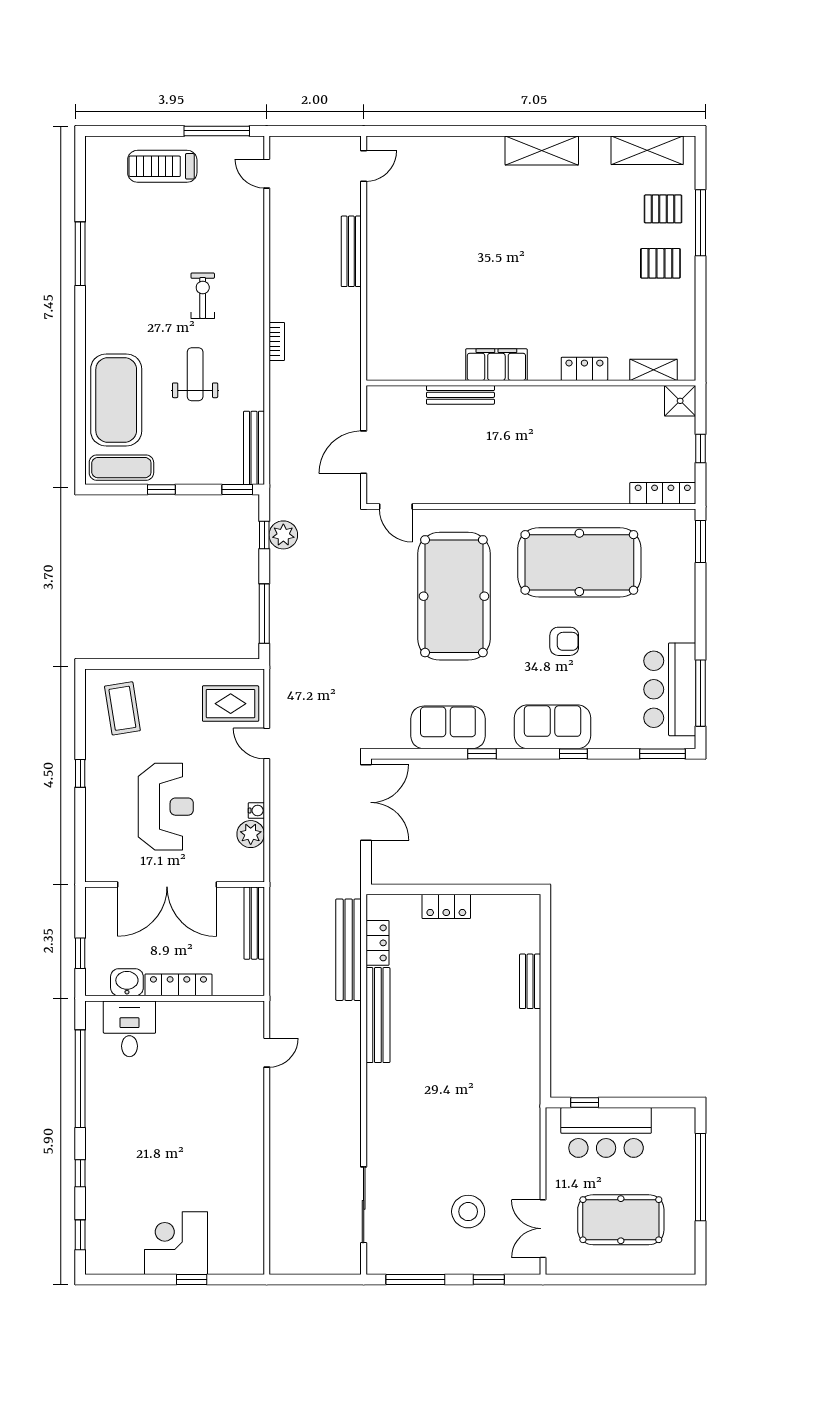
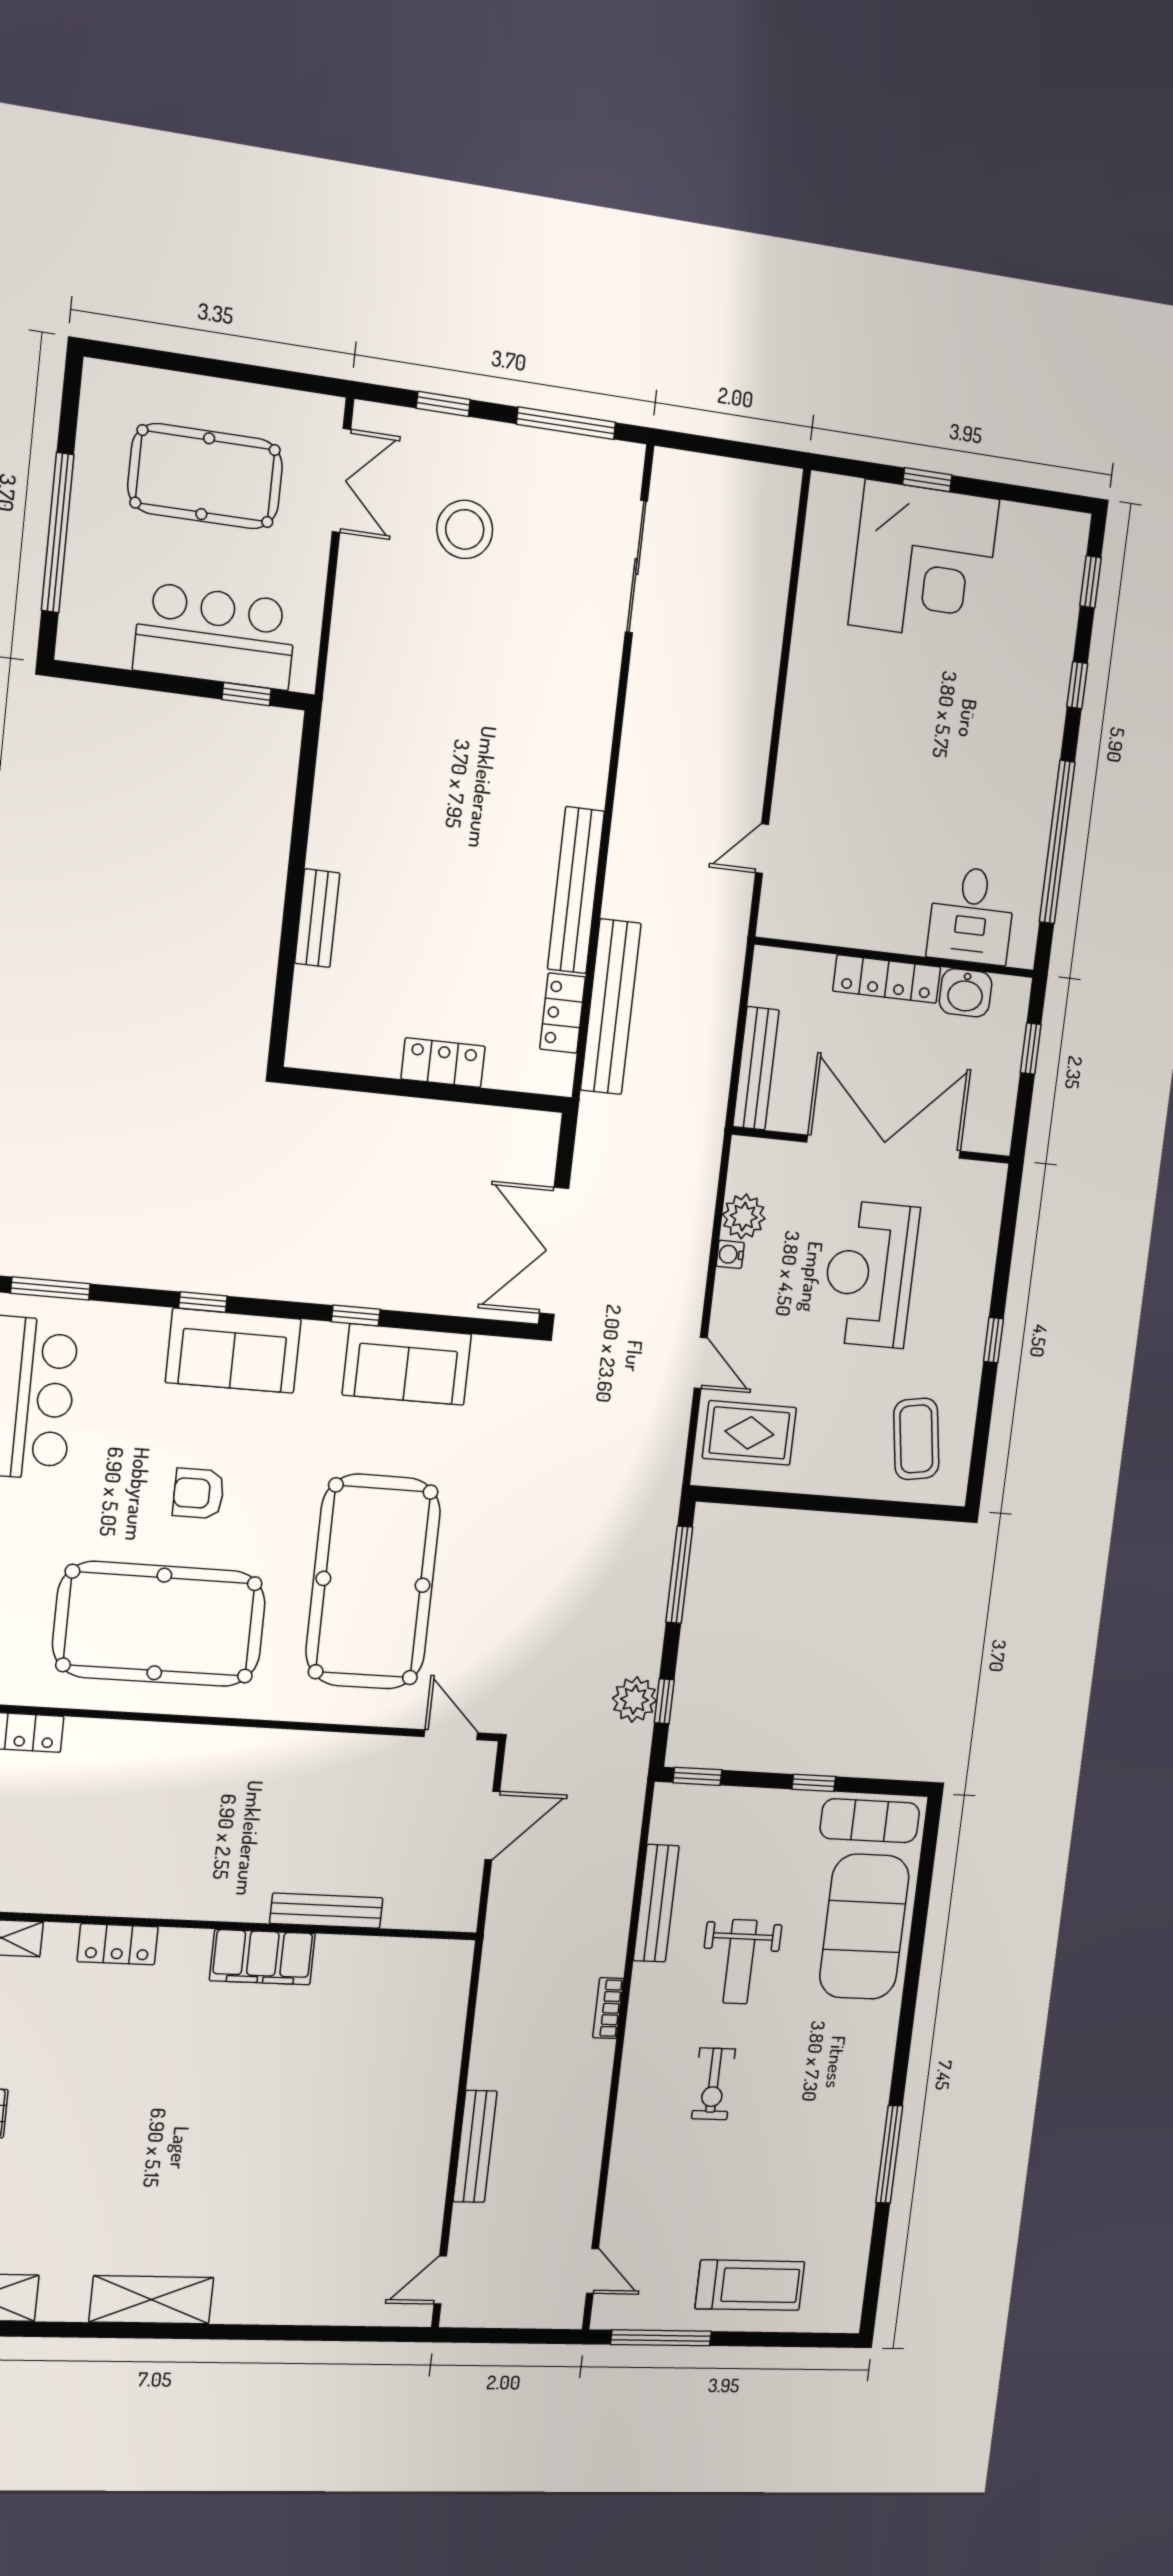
bench: (254, 448) -> (656, 1903), moved
corner desk: (176, 1243) -> (924, 562), width x1.36, depth x1.36

